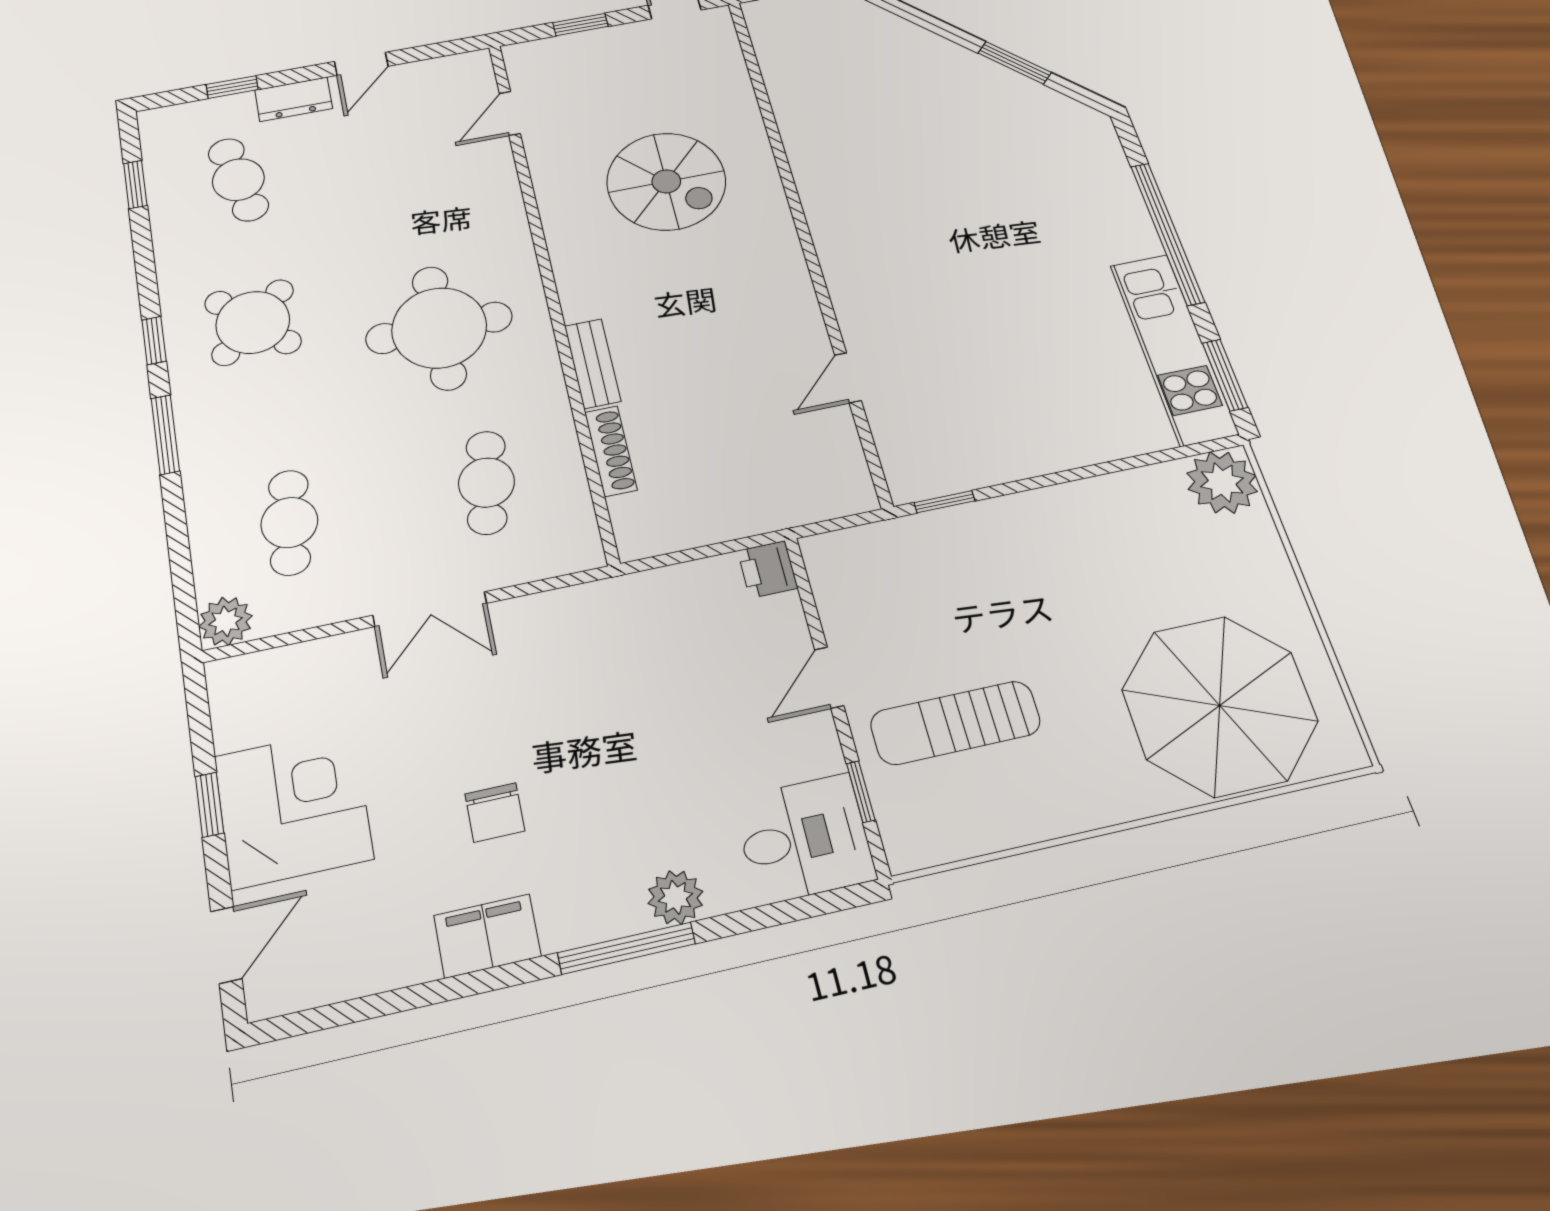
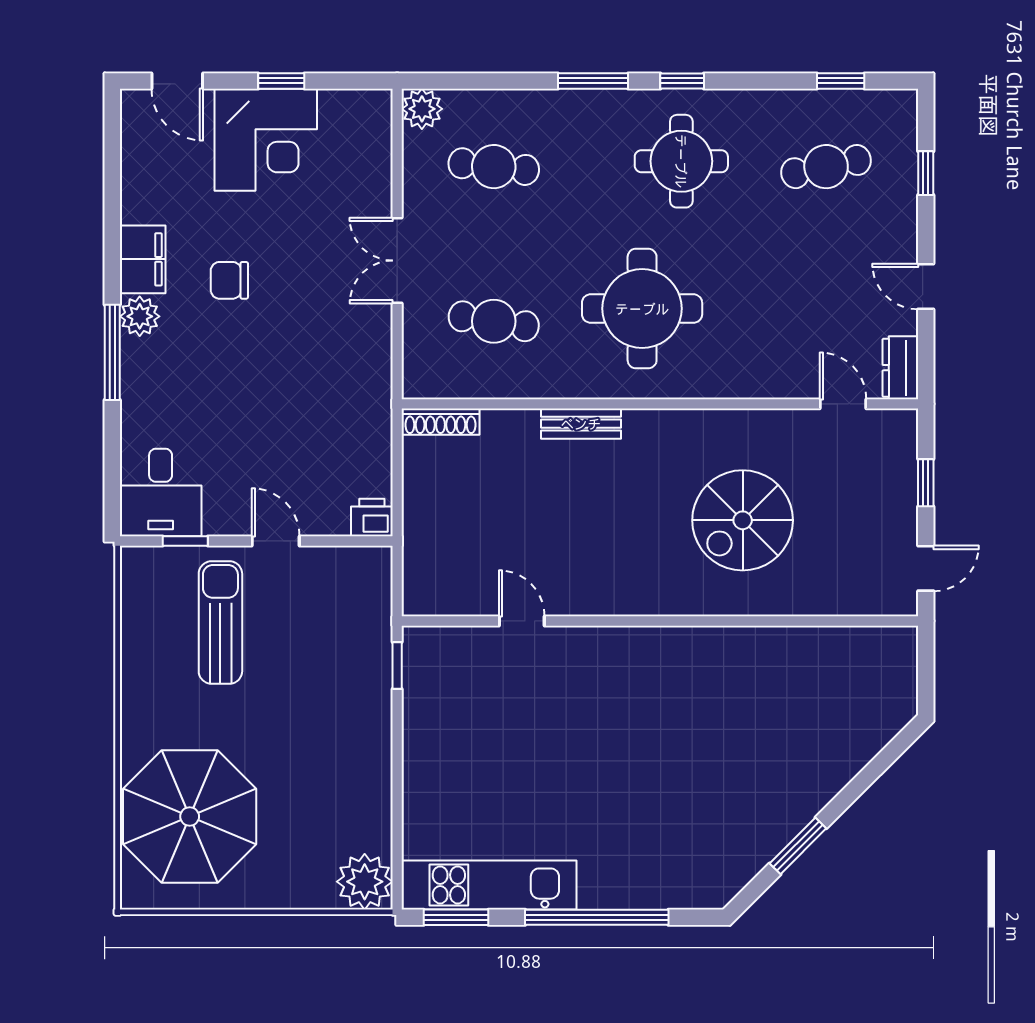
dresser: (294, 99) -> (900, 368), moved
round table: (253, 322) -> (681, 161), turned 45
shoe rack: (611, 451) -> (441, 422), moved
plant: (675, 897) -> (140, 316), moved

